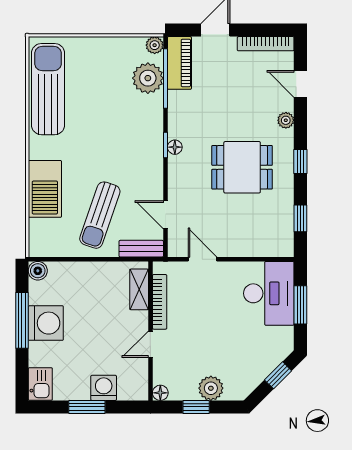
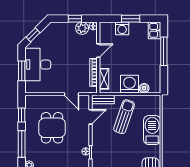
window: (300, 162) -> (22, 144), width x2.17
dining table: (242, 167) -> (52, 128), moved, turned 90
door: (165, 215) -> (91, 117), hinge flipped
boiler: (38, 271) -> (144, 88), moved
desk: (269, 293) -> (38, 65), moved
window: (22, 320) -> (164, 51), moved
washing machine: (46, 323) -> (129, 84), moved, turned 90
plant: (211, 388) -> (82, 28), moved

